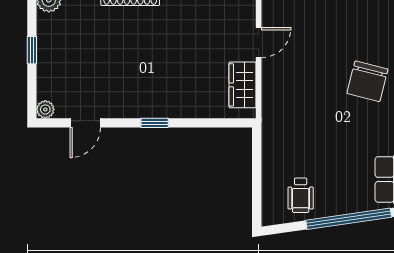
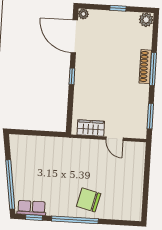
door: (85, 123) -> (74, 36), width x1.88
wheelchair: (301, 195) -> (25, 158), removed

